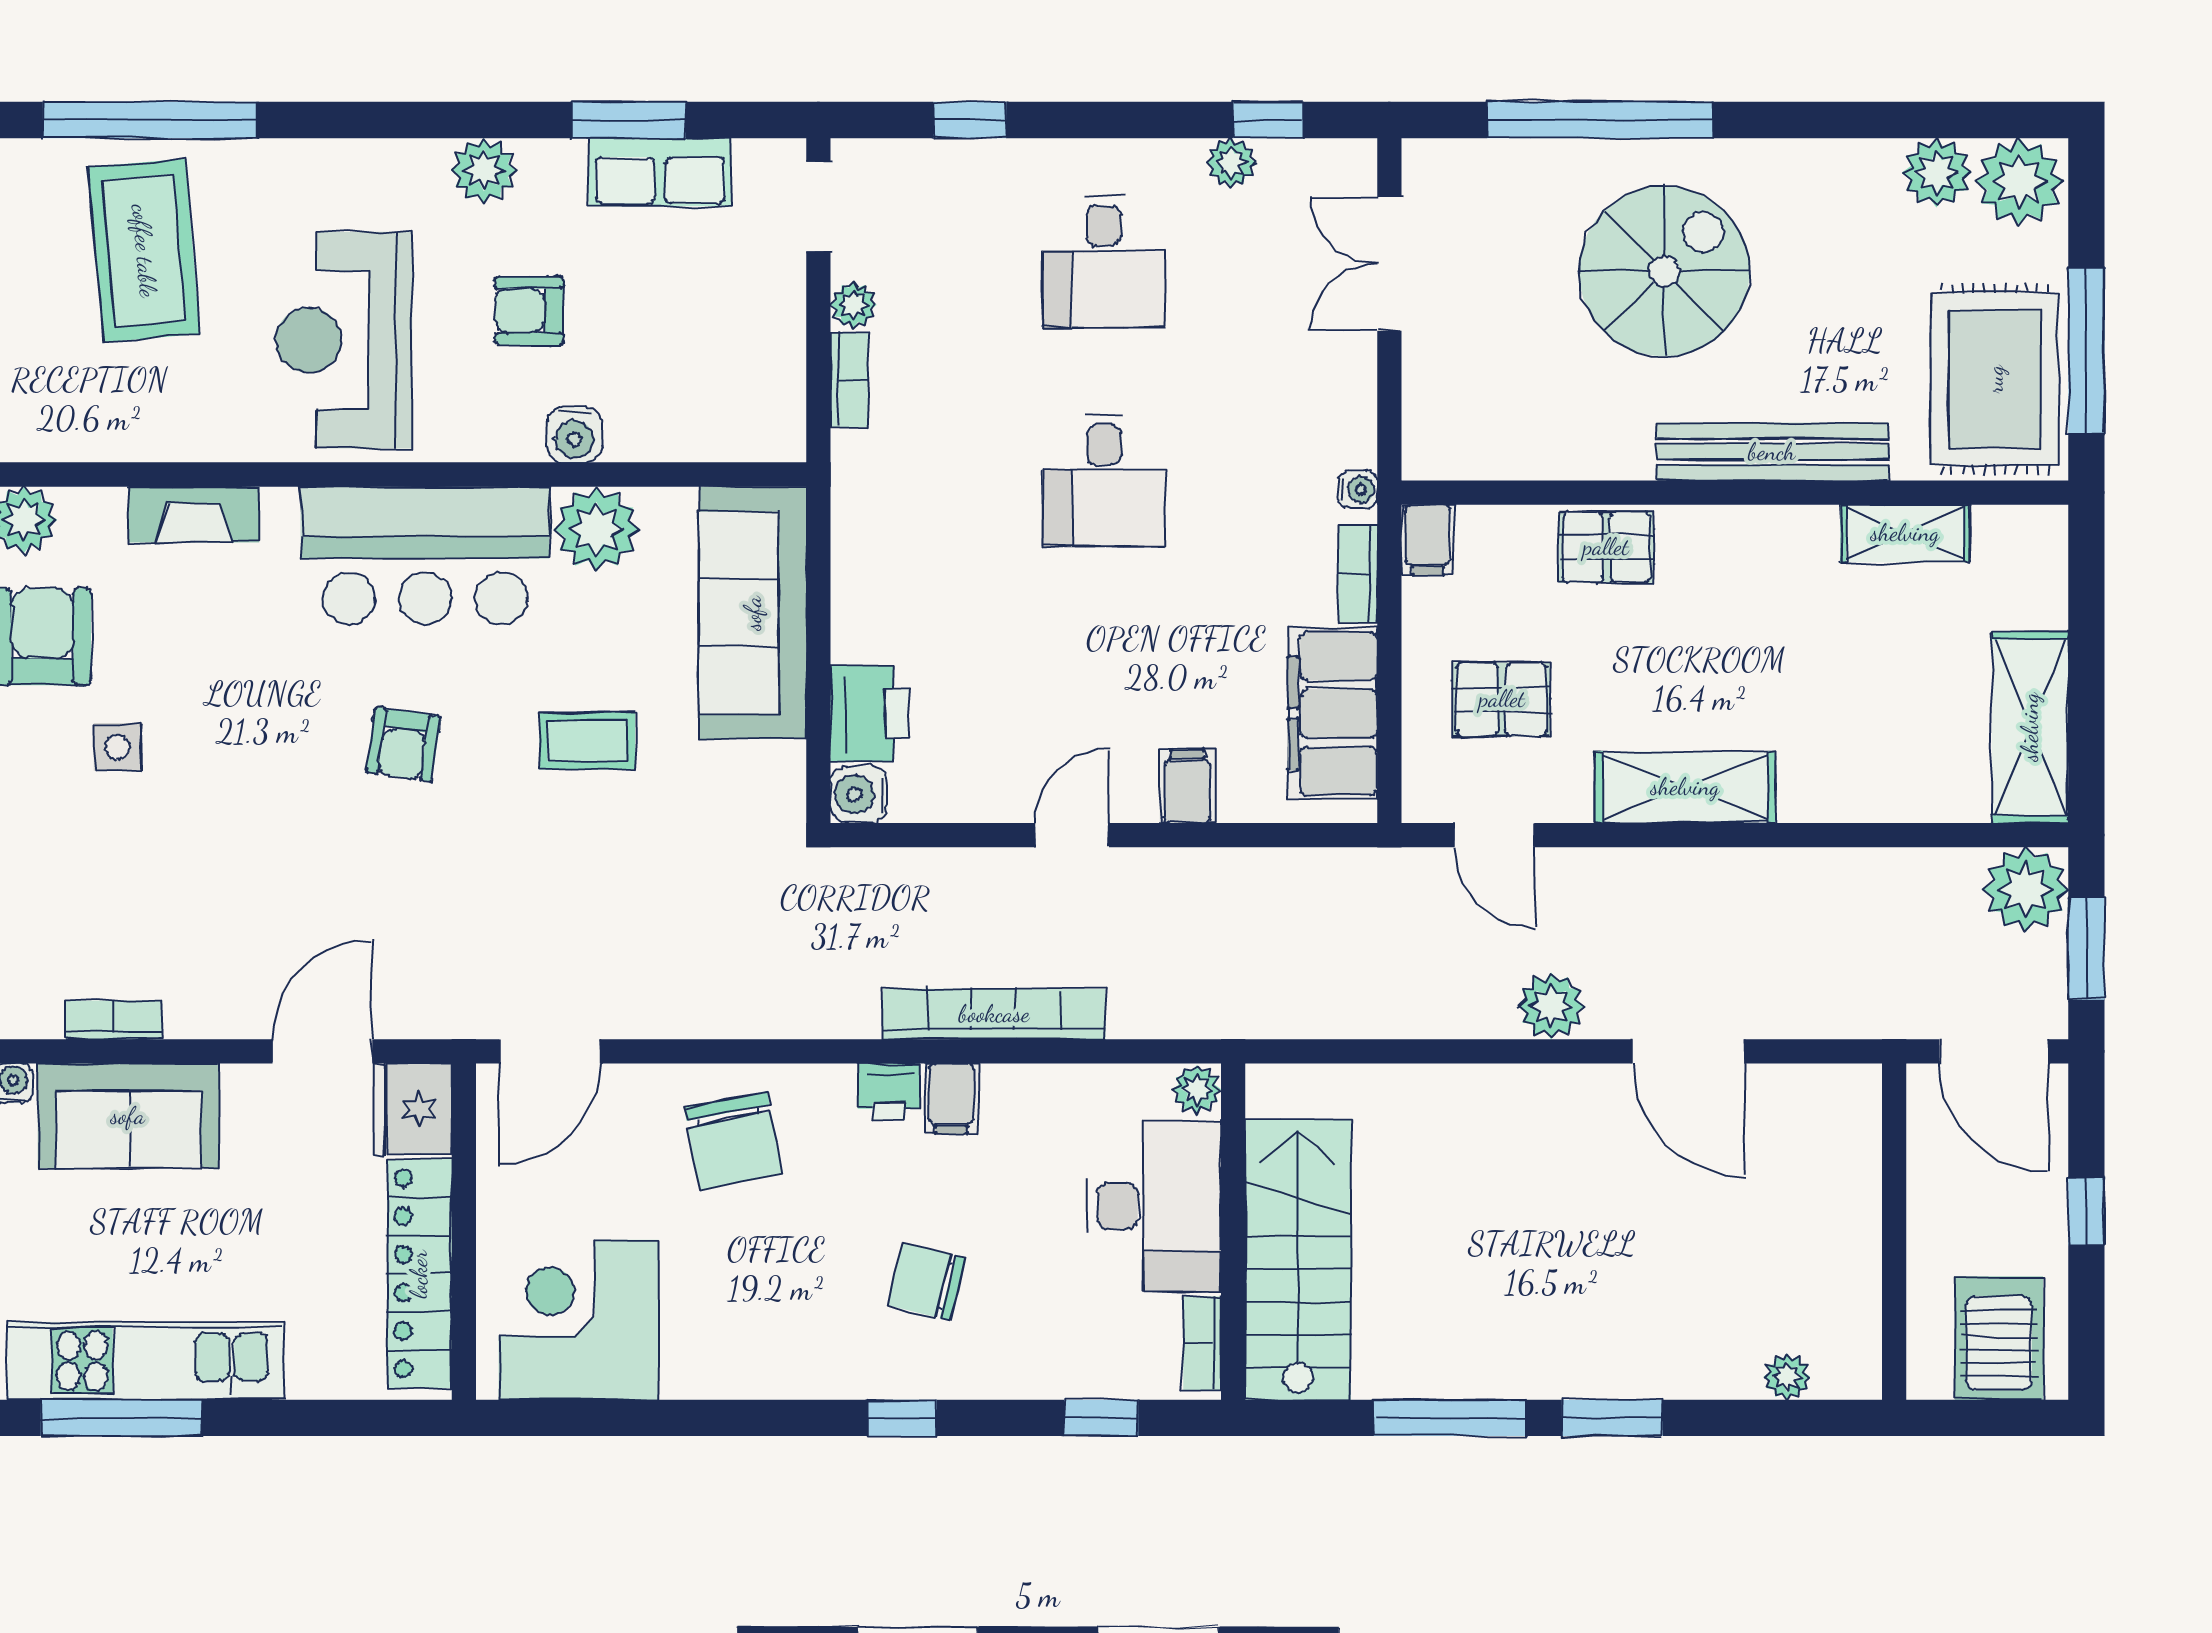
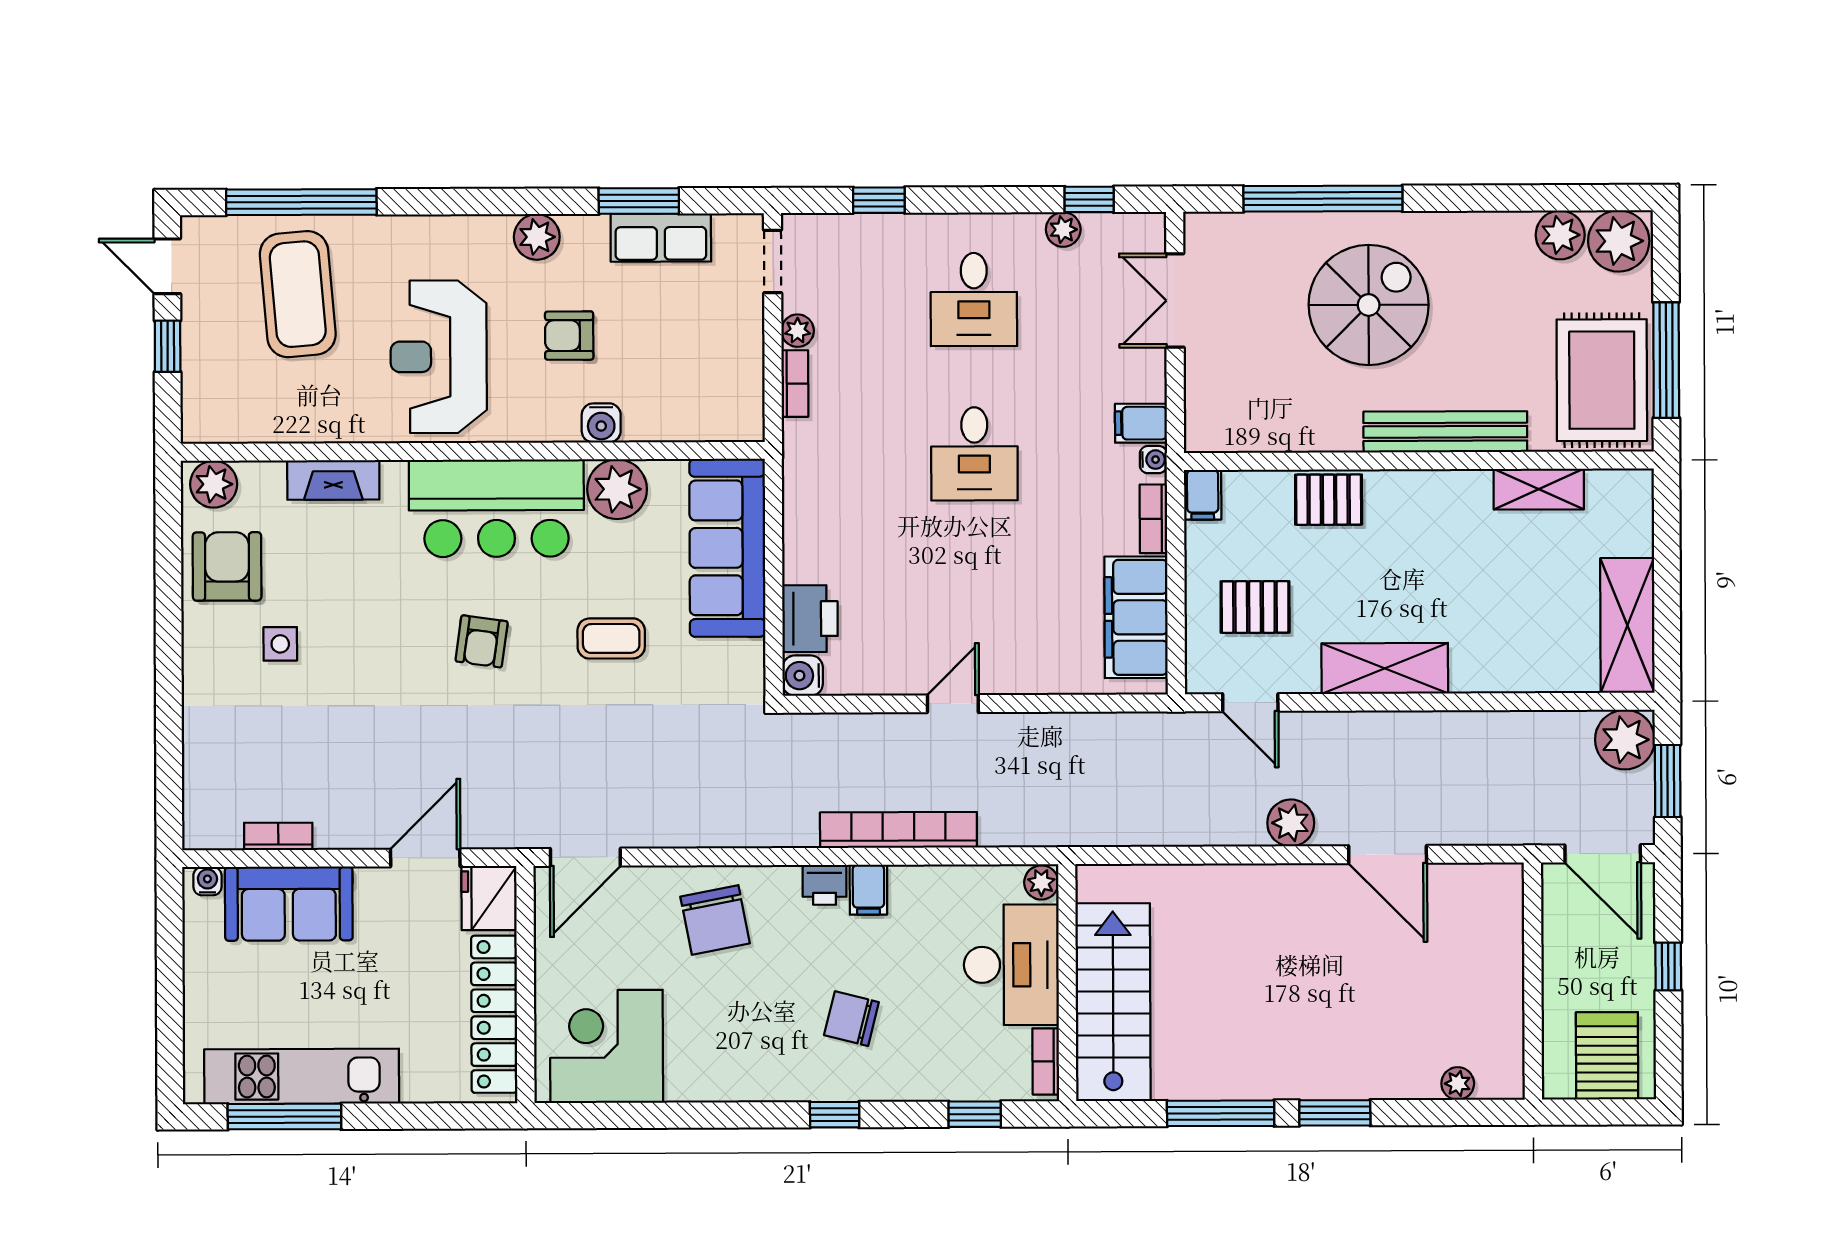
filing cabinet: (1187, 786) -> (1141, 423), moved, turned -90

